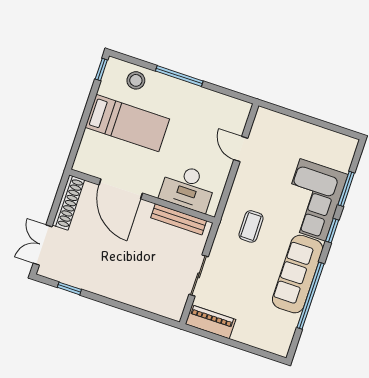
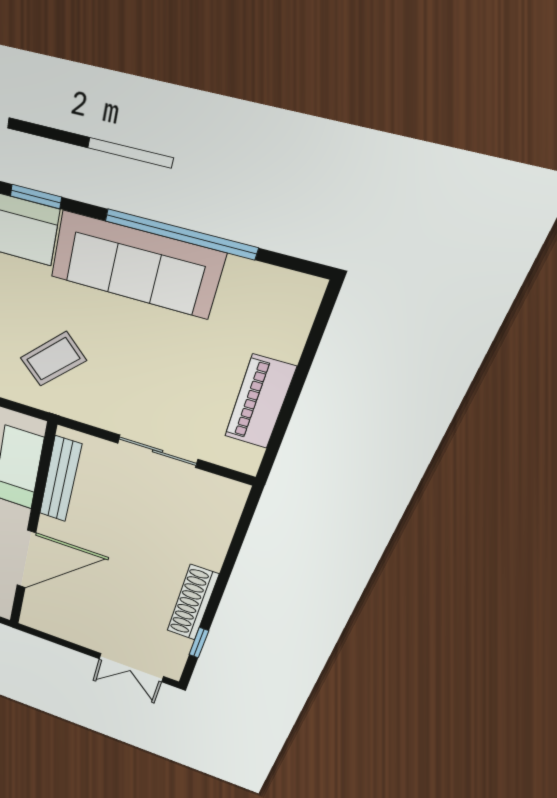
shoe rack: (68, 203) -> (192, 603), moved, turned -90
coffee table: (251, 226) -> (53, 359), turned -46
piano: (210, 322) -> (260, 402), moved

